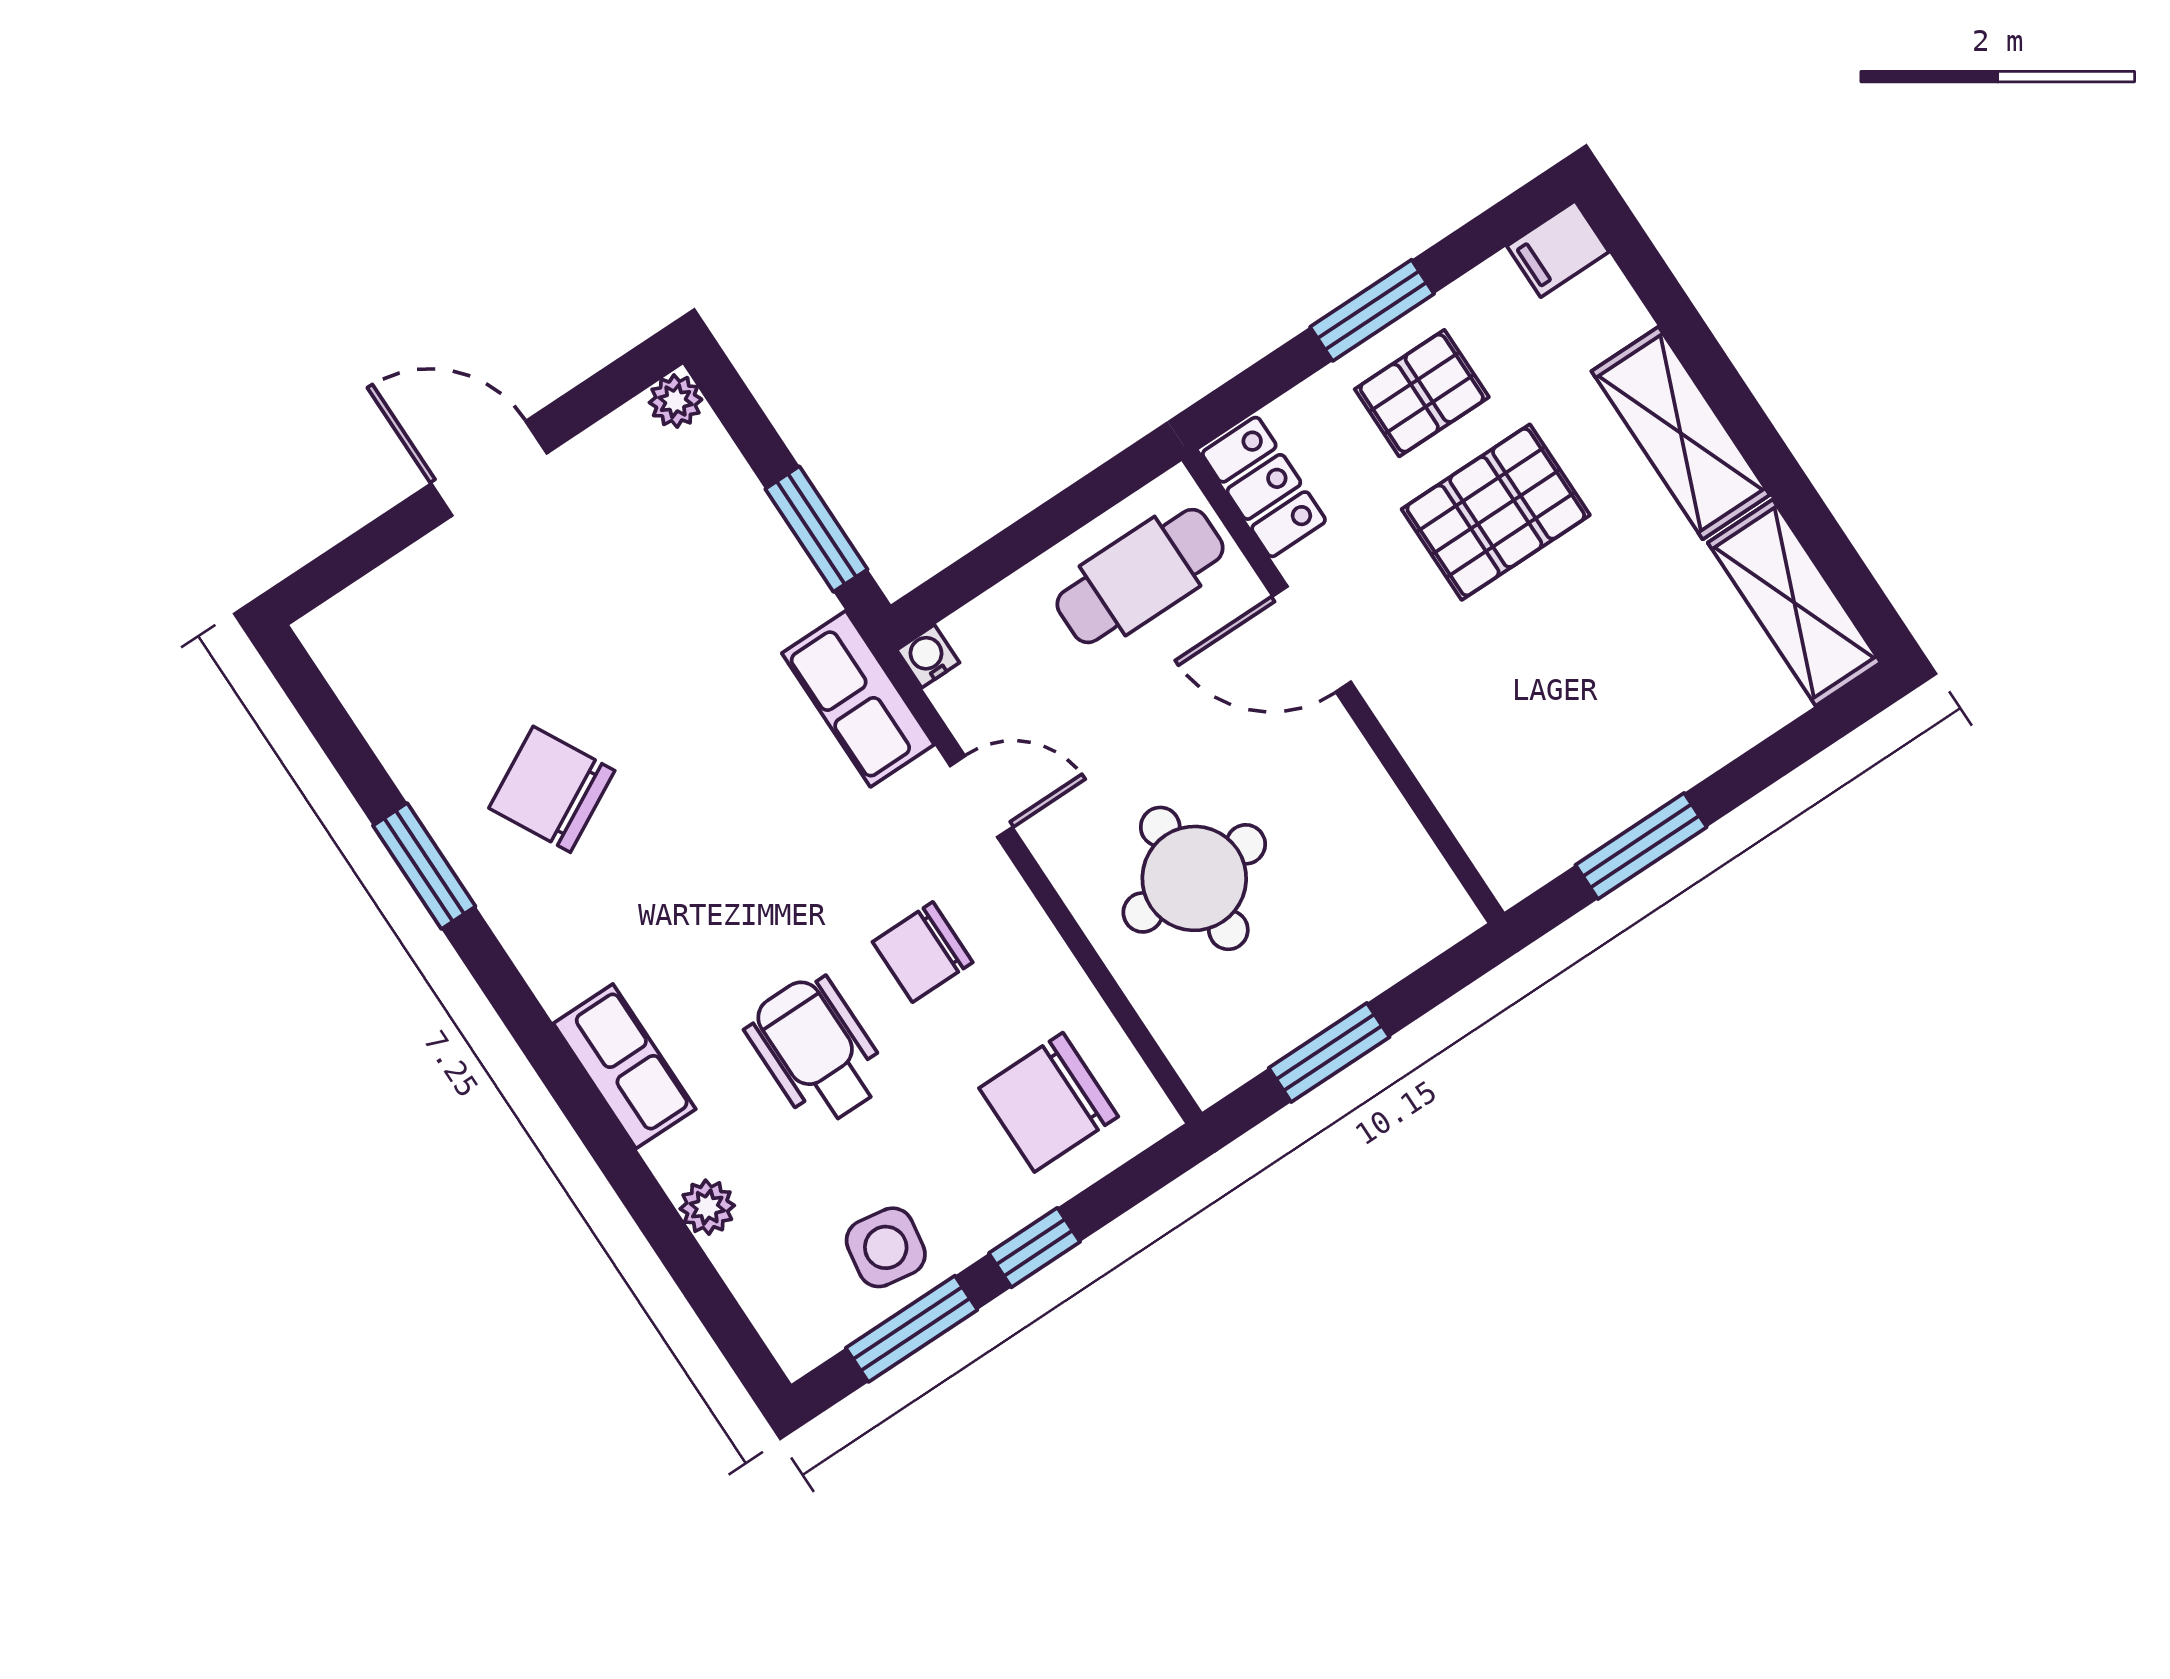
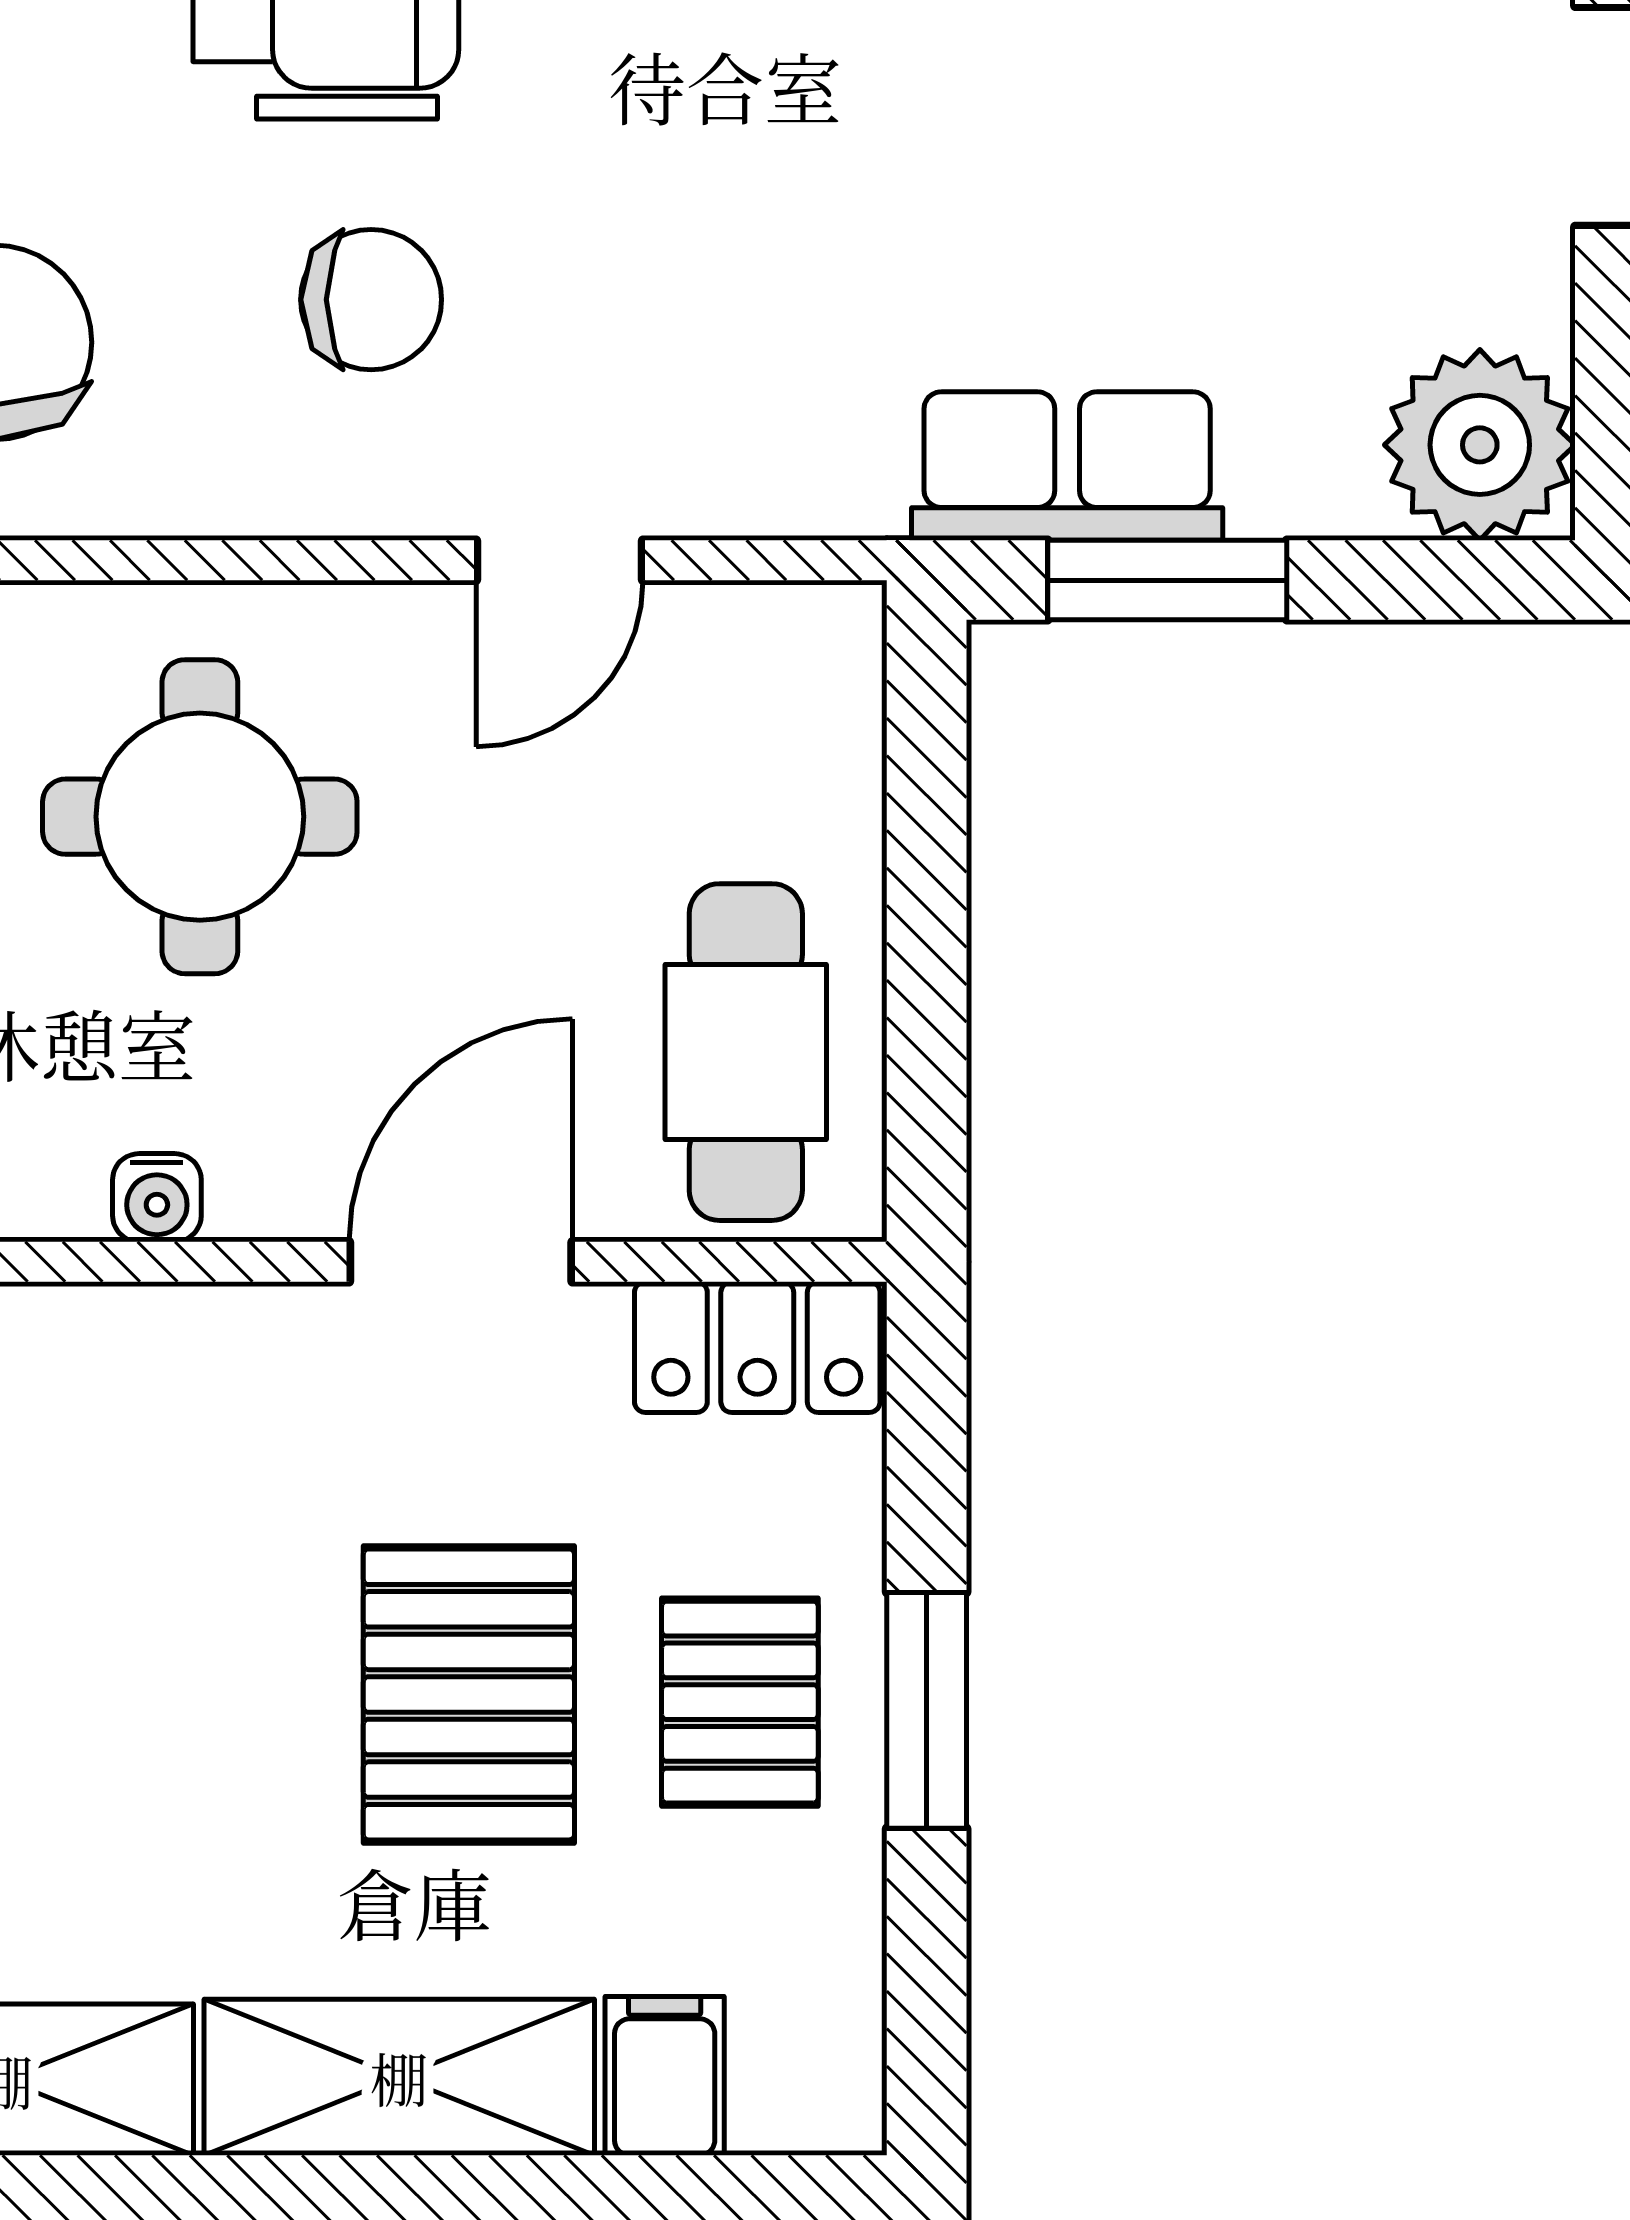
filing cabinet: (1558, 249) -> (665, 2076), moved
plant: (676, 401) -> (1480, 445), width x1.88, depth x1.88
water cooler: (928, 656) -> (157, 1198), moved, turned 90
row of seats: (858, 699) -> (1067, 466), moved
chair: (923, 952) -> (371, 300), turned 90

